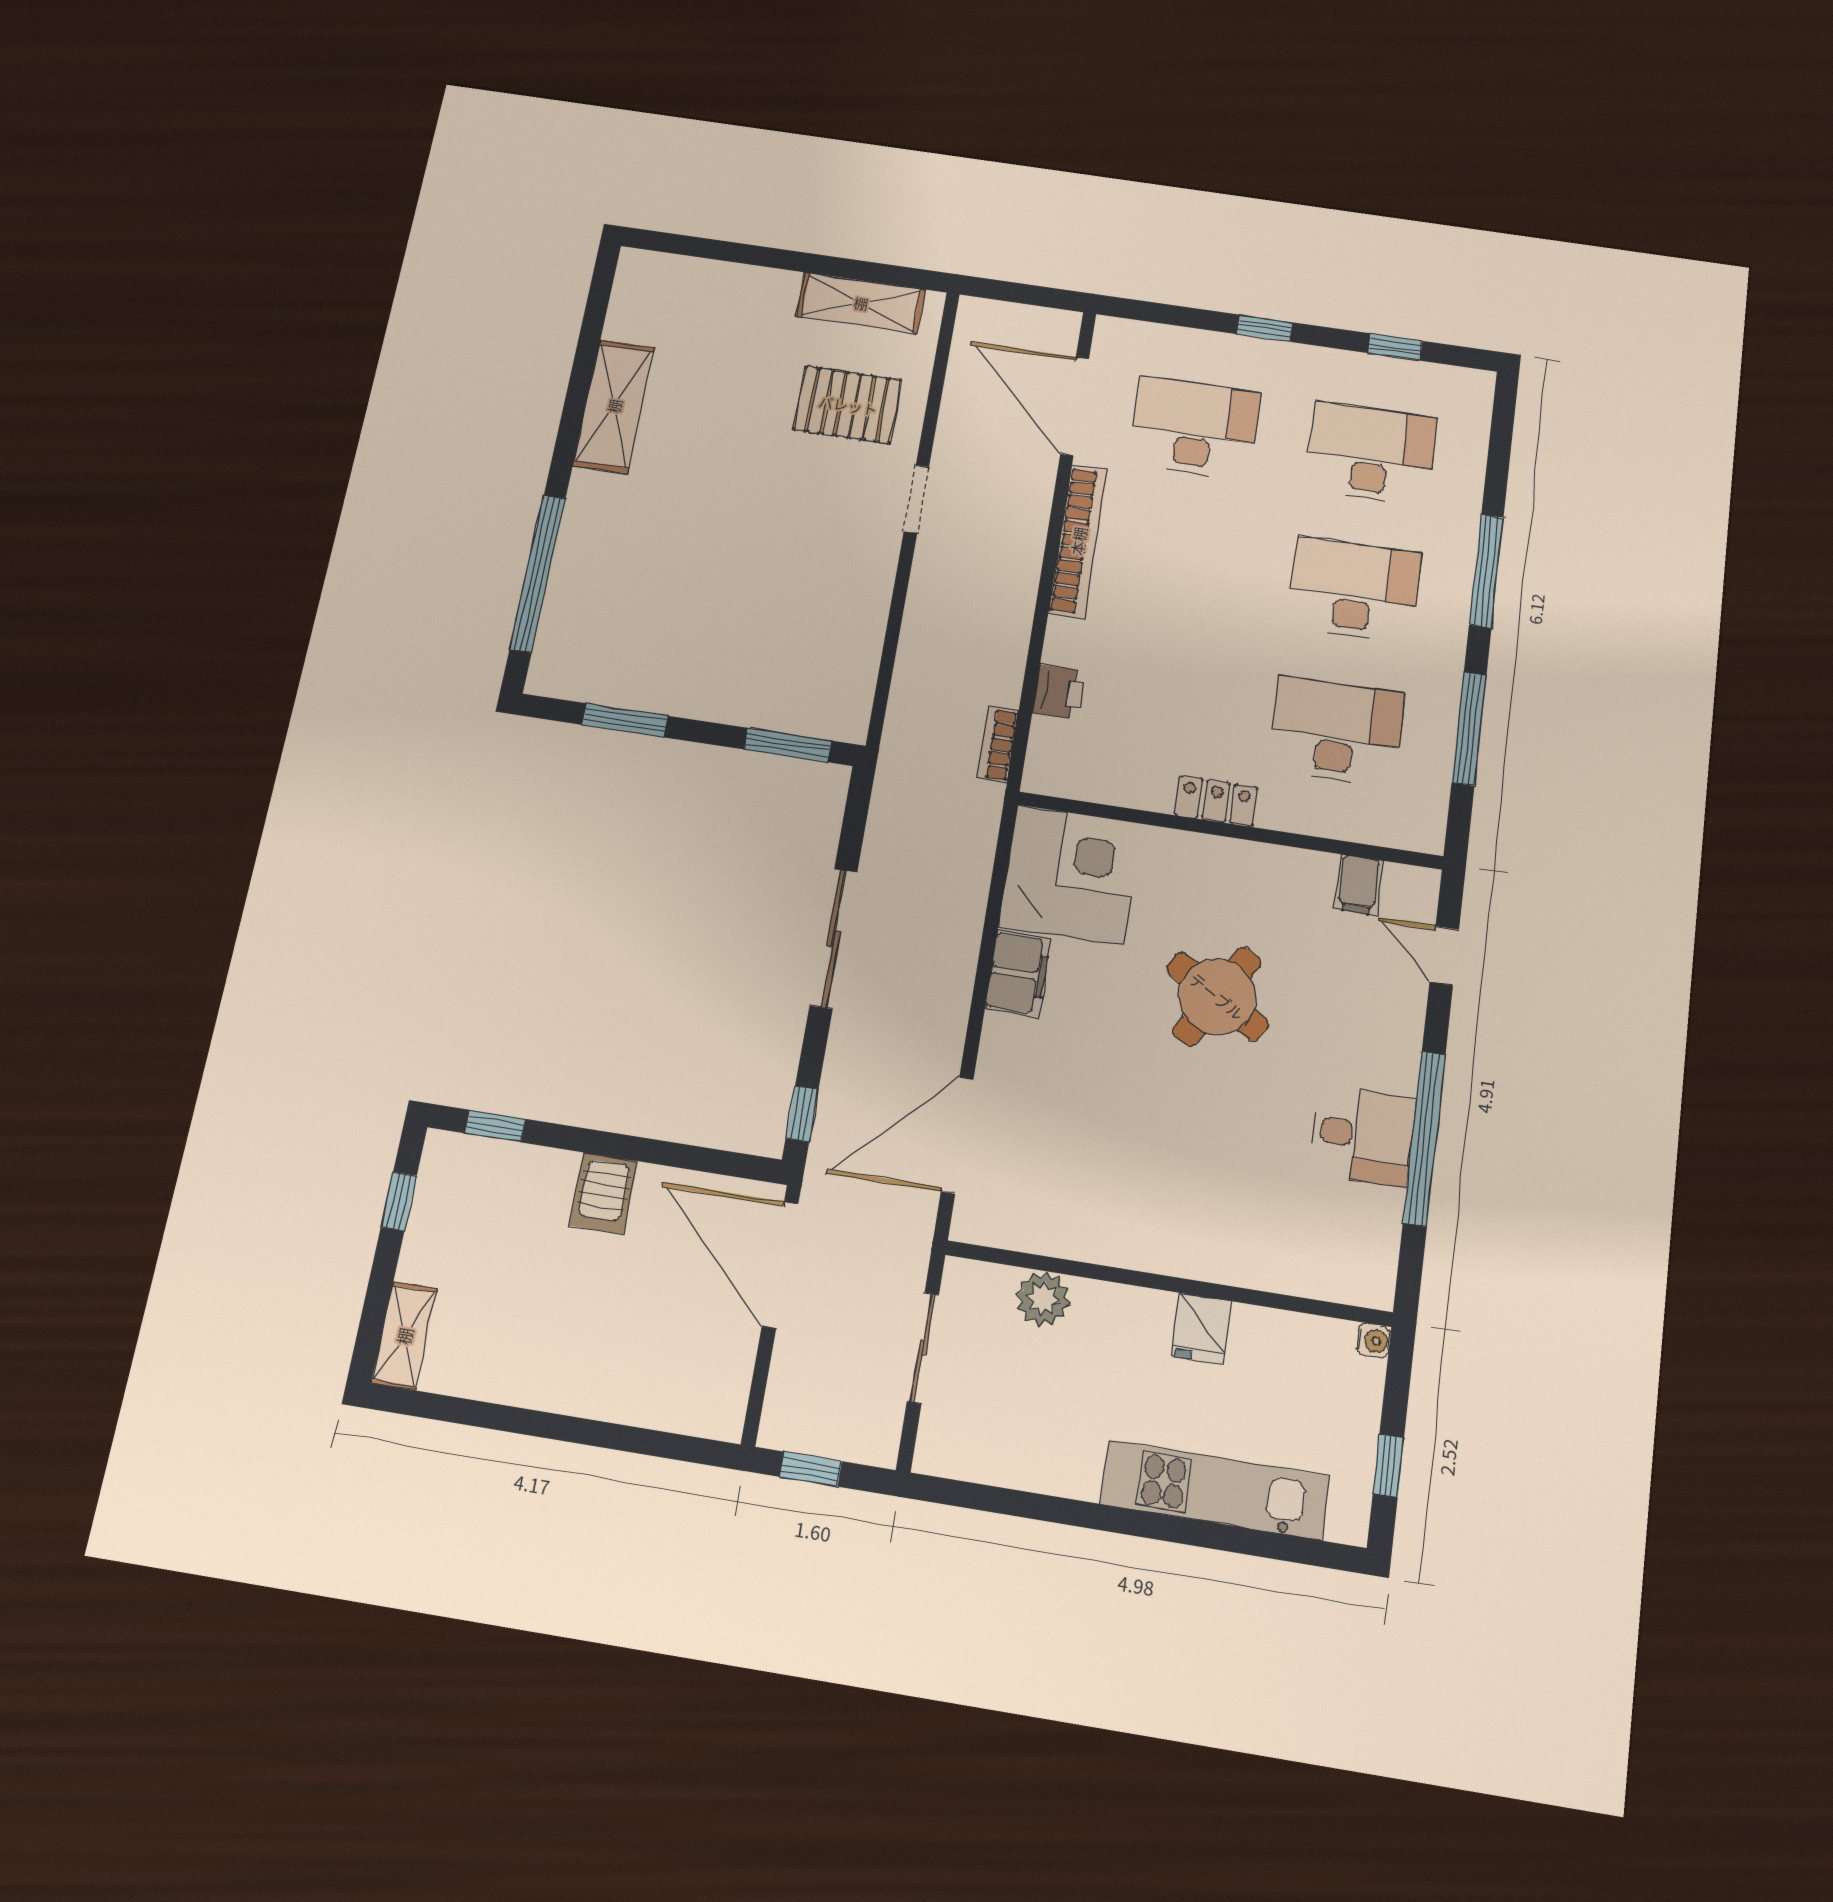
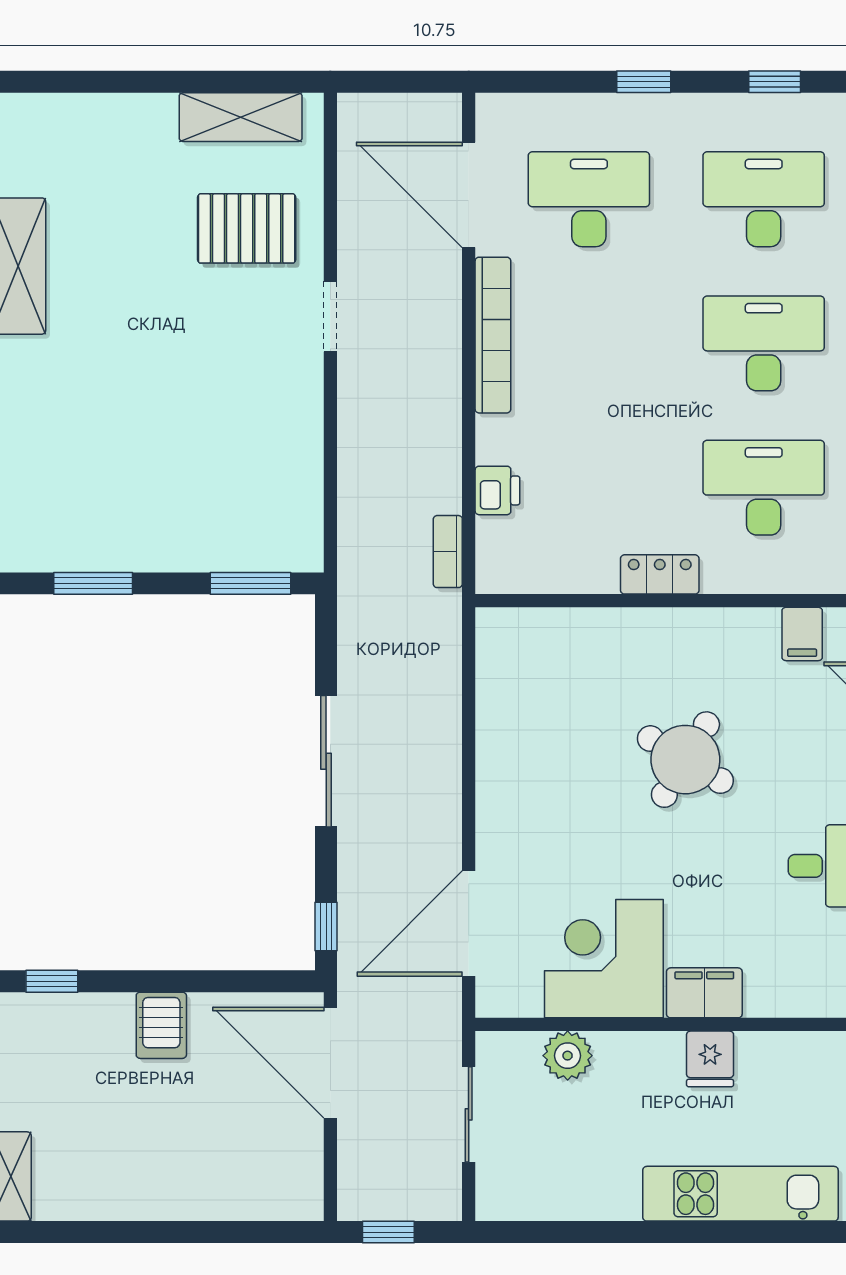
corner desk: (1070, 875) -> (604, 959), moved, turned -90
filing cabinet: (1018, 973) -> (704, 993), moved, turned -90

